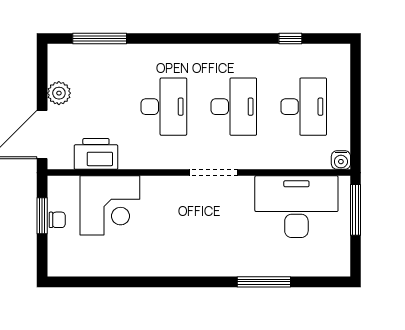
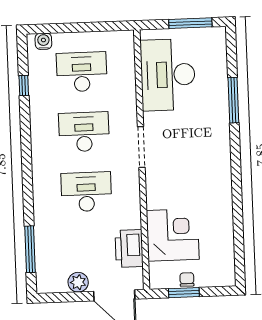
water cooler: (341, 160) -> (43, 41), moved, turned -90
window: (356, 210) -> (190, 23), moved

